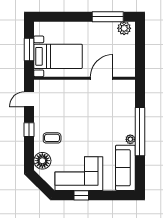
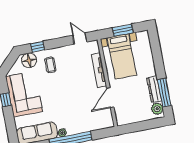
dresser: (102, 27) -> (154, 89), added
door: (102, 78) -> (110, 98), swing flipped
tv unit: (68, 85) -> (99, 70), added
window: (29, 130) -> (38, 47), moved

